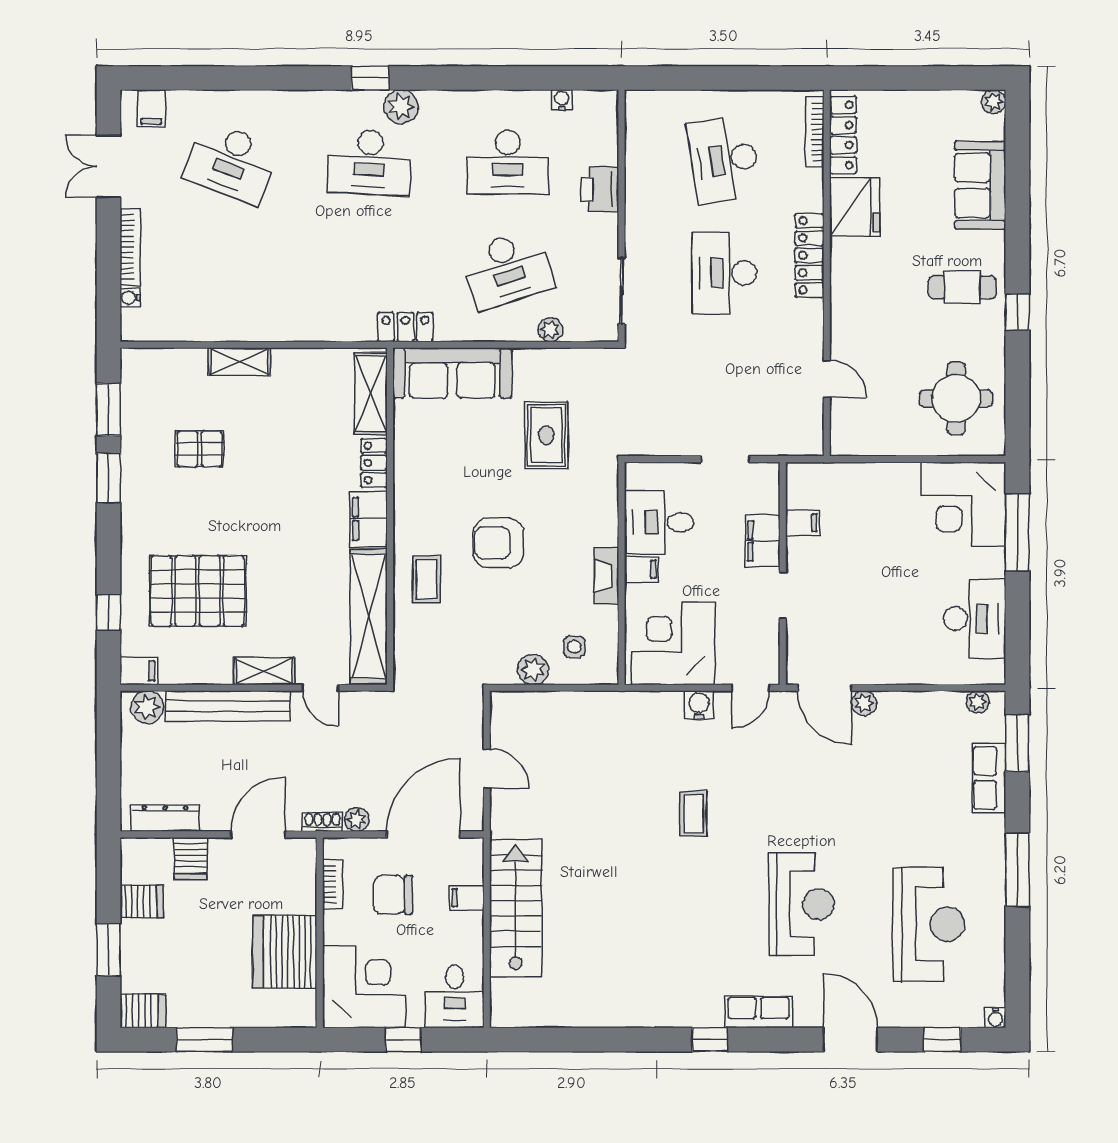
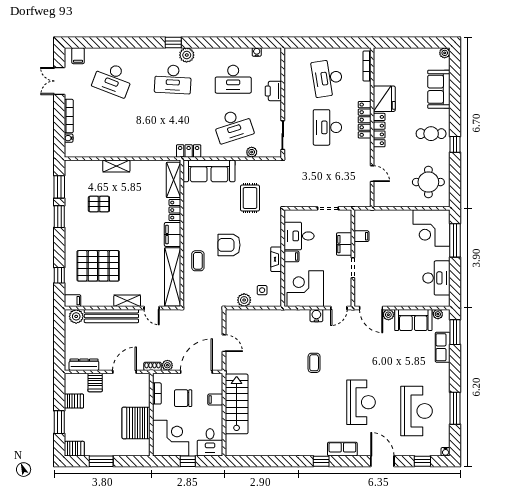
locker: (843, 135) -> (379, 130), moved
sofa: (922, 715) -> (413, 320), added
window: (1017, 870) -> (455, 408), moved

